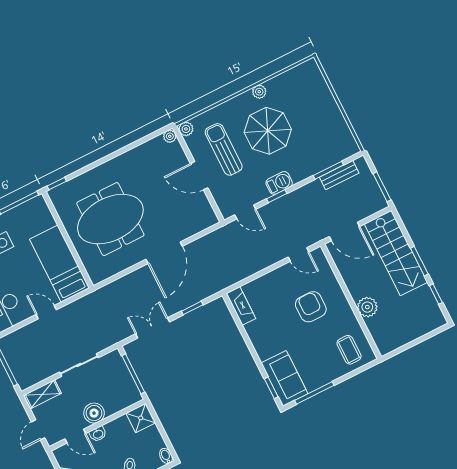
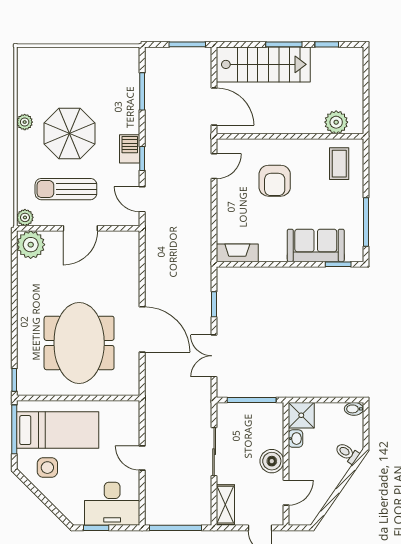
plant: (170, 136) -> (31, 245), width x1.88, depth x1.88
bench: (339, 175) -> (153, 82), removed
door: (245, 212) -> (142, 199), swing flipped
door: (344, 231) -> (214, 107), hinge flipped
door: (164, 253) -> (142, 329), moved
bed: (60, 264) -> (58, 430), moved, turned 180
armchair: (311, 307) -> (275, 181), turned -90
plant: (367, 307) -> (336, 122), moved
door: (46, 312) -> (142, 458), hinge flipped
coffee table: (349, 350) -> (339, 164), turned 90
sofa: (284, 378) -> (316, 245), moved
washbasin: (98, 434) -> (295, 439), moved

